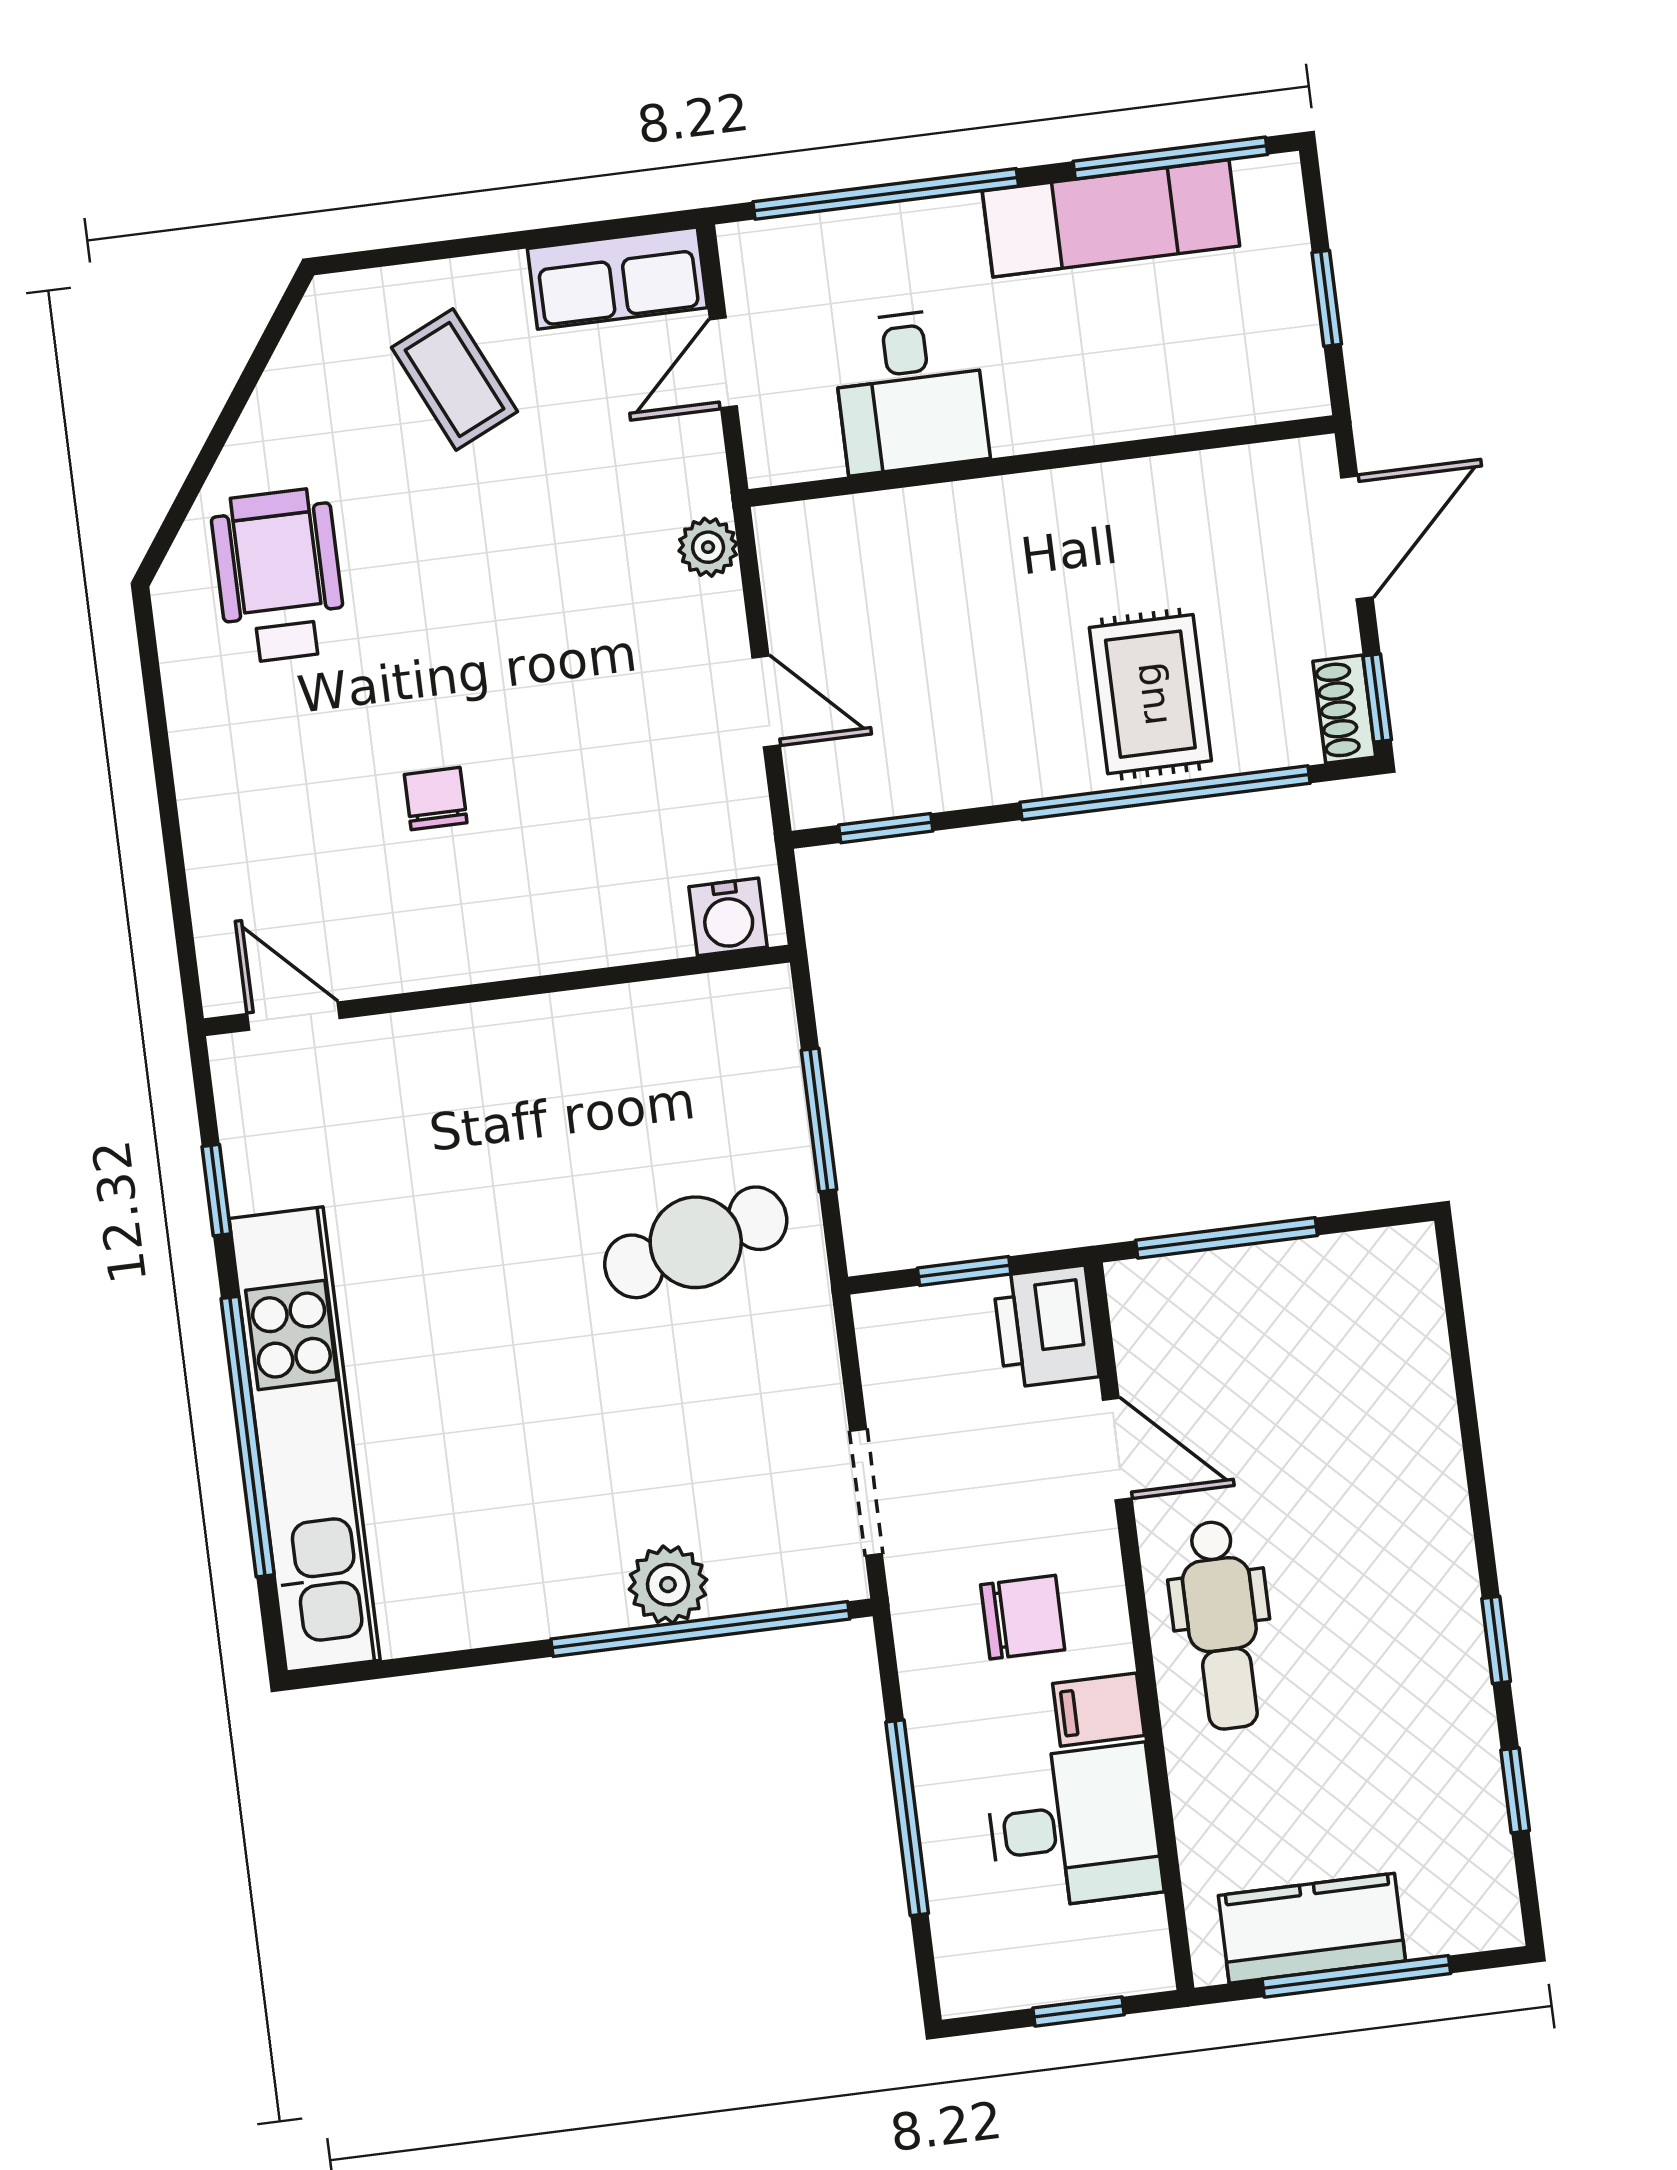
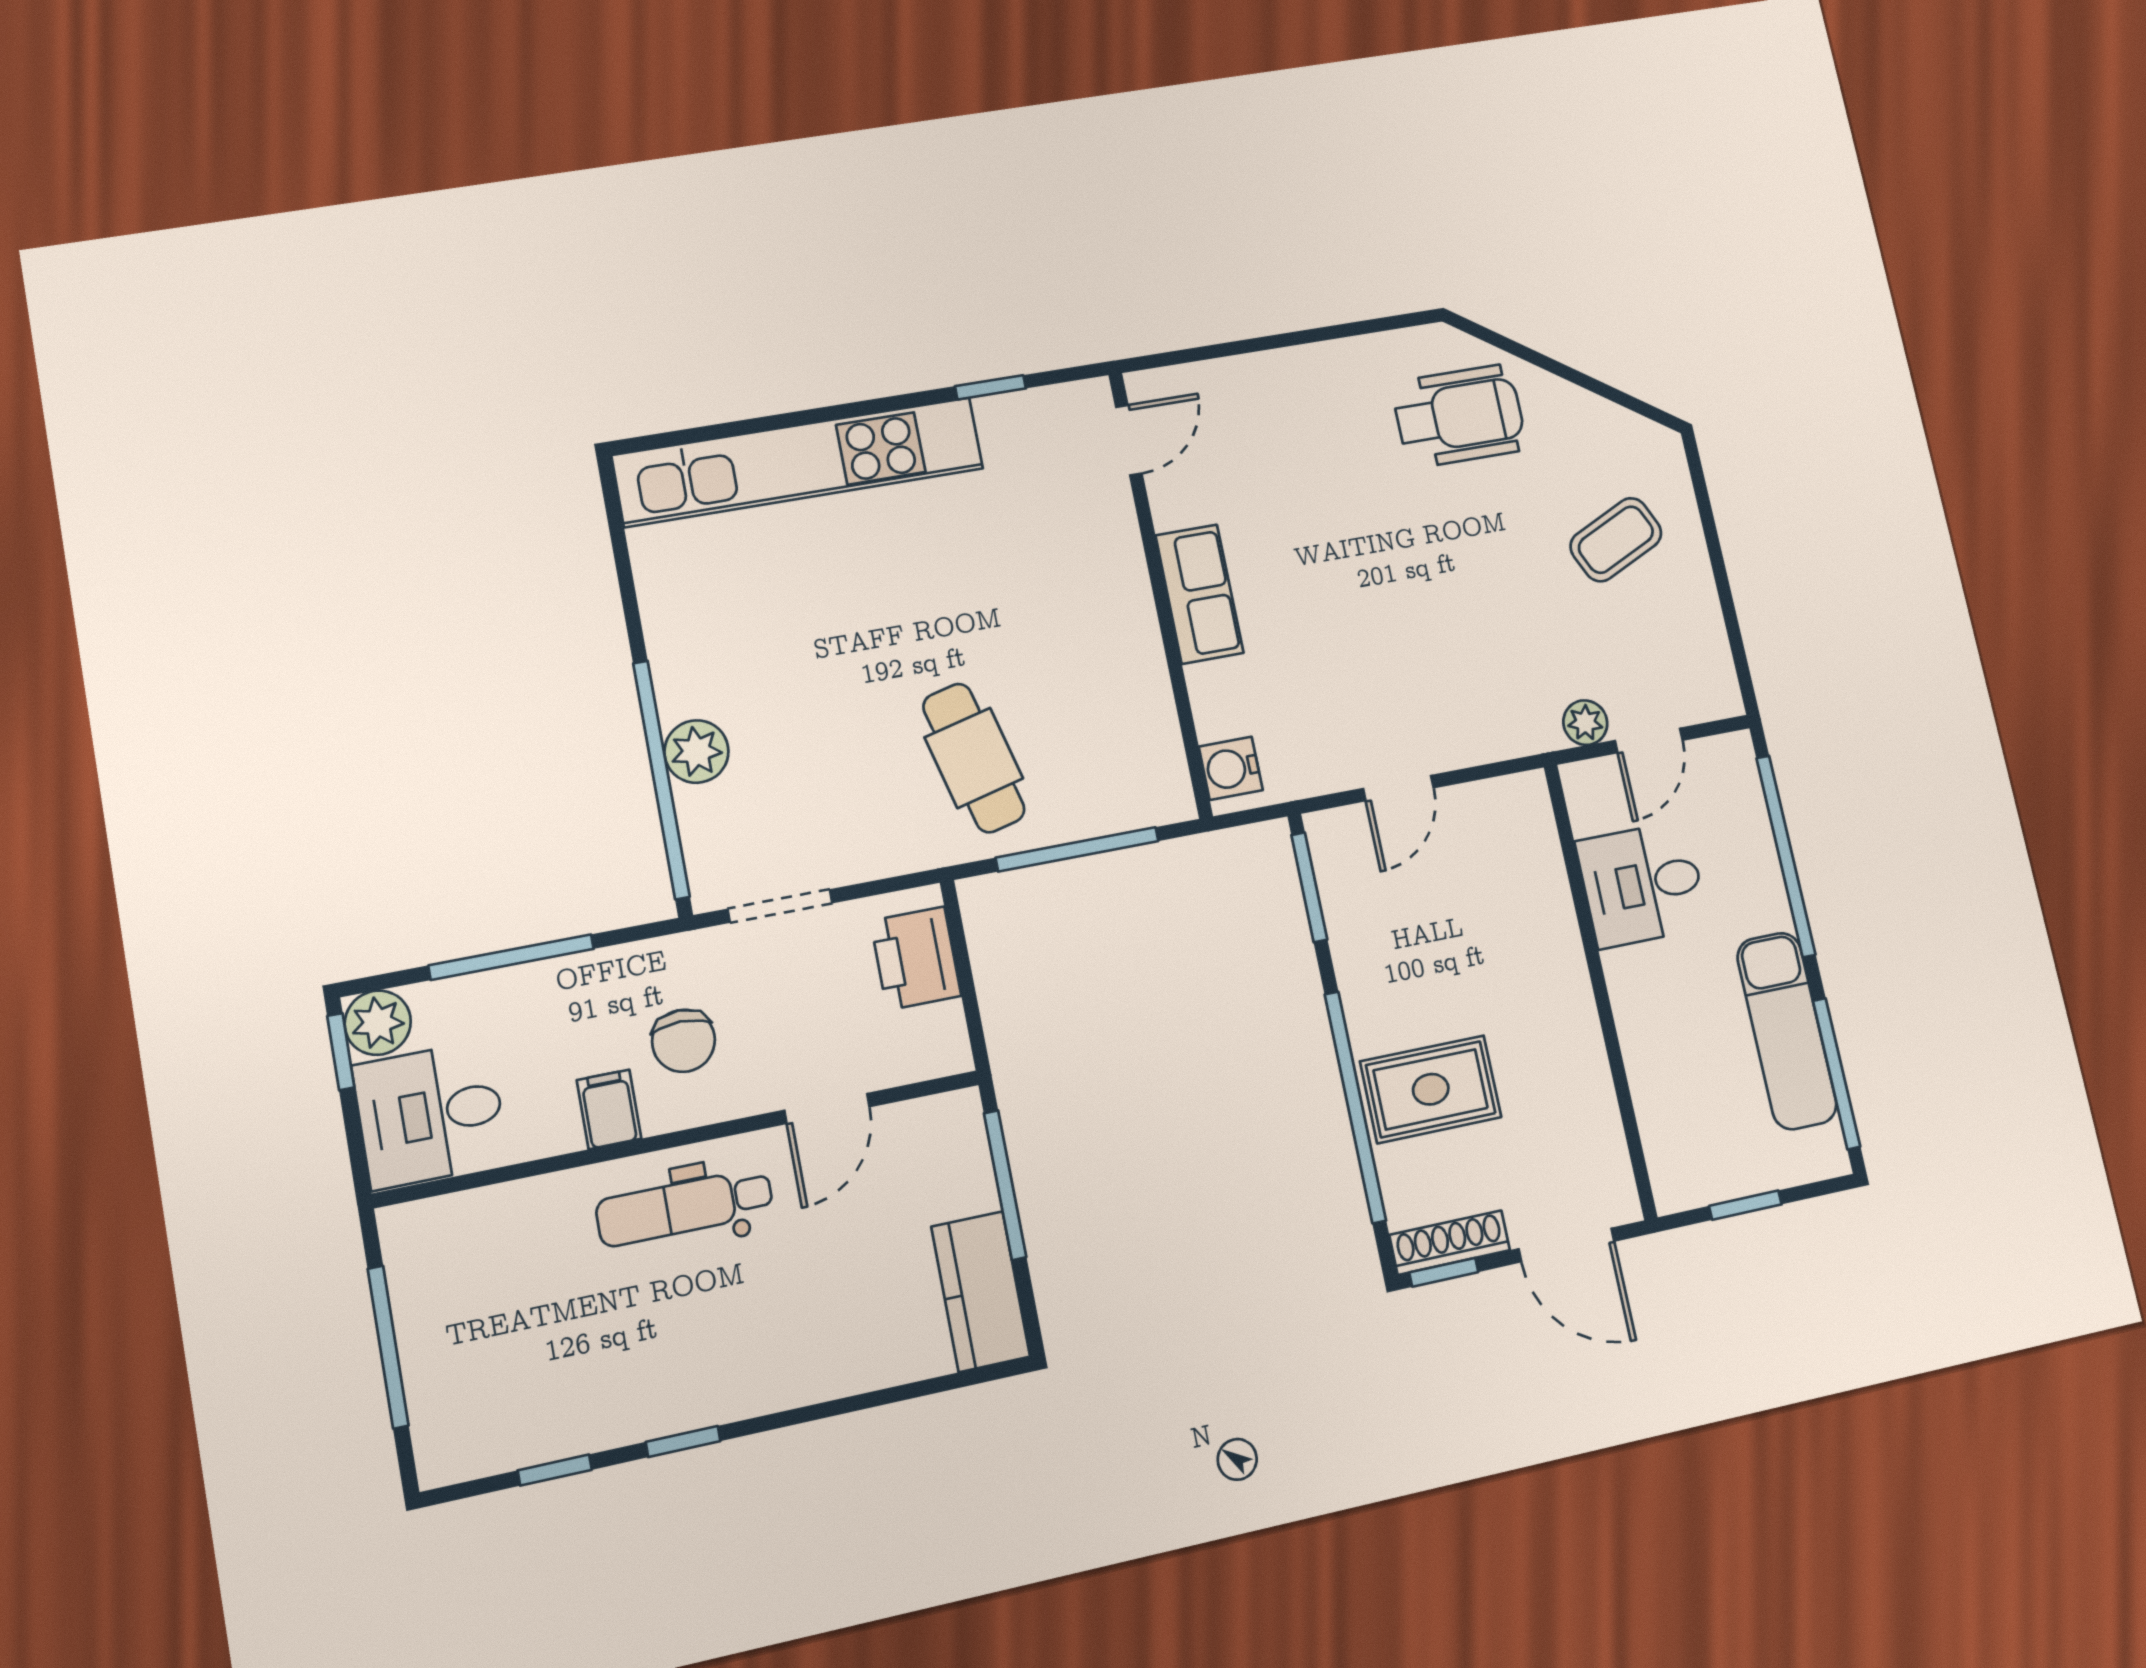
row of seats: (617, 278) -> (1199, 594), moved, turned 180
door: (723, 363) -> (1649, 740), swing flipped
plant: (708, 547) -> (1585, 723), moved
shoe rack: (1344, 709) -> (1450, 1243), width x1.43
chair: (436, 799) -> (1303, 540), removed
window: (886, 828) -> (1309, 887), width x1.50
window: (819, 1120) -> (1077, 849), width x1.44
window: (964, 1271) -> (964, 973), removed
printer: (1046, 1327) -> (916, 958), moved, turned -90
window: (248, 1437) -> (799, 418), removed
desk: (1074, 1827) -> (431, 1115), moved, turned 90
kitchen counter: (1312, 1928) -> (981, 1292), moved, turned 180
plant: (975, 1977) -> (378, 1023), added
window: (1078, 2011) -> (341, 1052), moved

